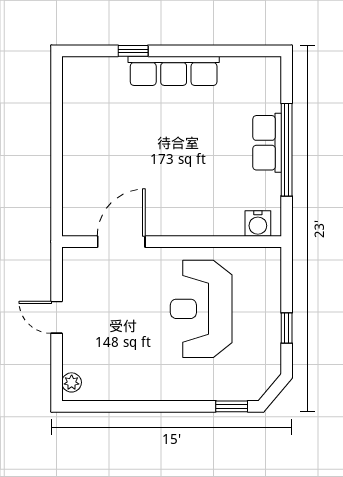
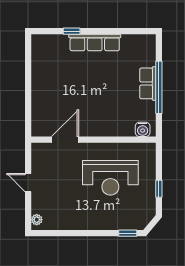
reception desk: (201, 309) -> (110, 178), turned -90

